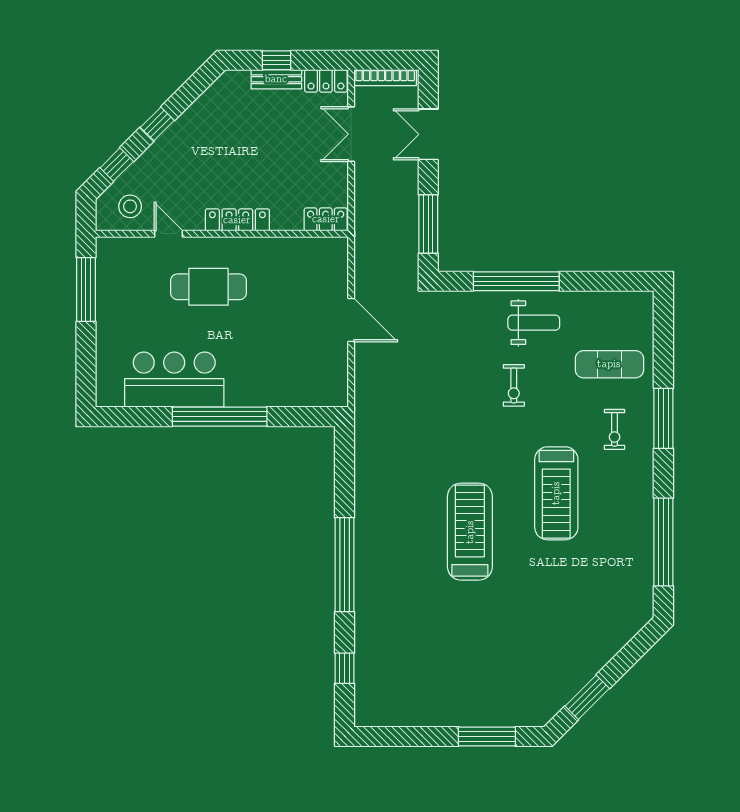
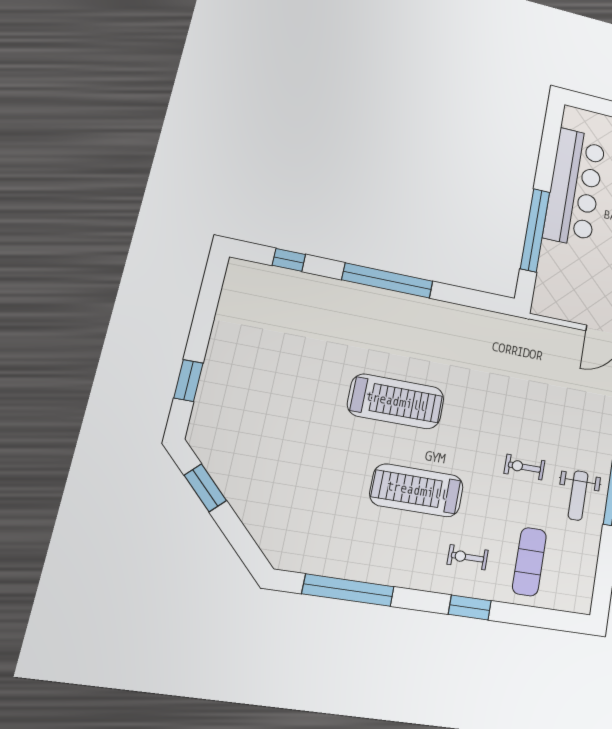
bar counter: (174, 380) -> (575, 187), width x1.36
window: (220, 417) -> (535, 230), moved
window: (663, 418) -> (470, 608), width x0.69
window: (487, 736) -> (188, 381), width x0.69

